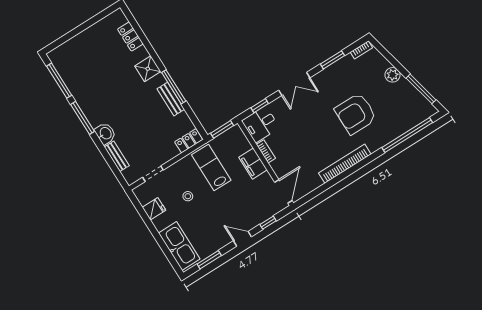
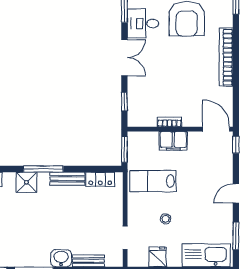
window: (174, 87) -> (43, 169), moved
desk: (261, 124) -> (143, 24), moved, turned 90
locker: (189, 141) -> (100, 179), moved, turned -90
window: (268, 223) -> (236, 145), moved

